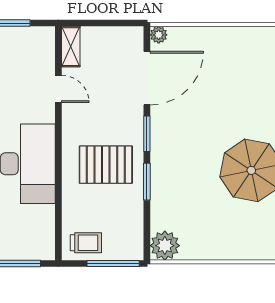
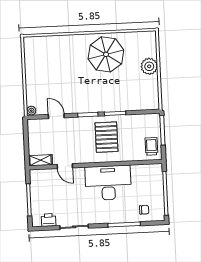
door: (147, 78) -> (56, 116), width x0.53
door: (58, 89) -> (65, 166), swing flipped
plant: (165, 246) -> (149, 66), moved

